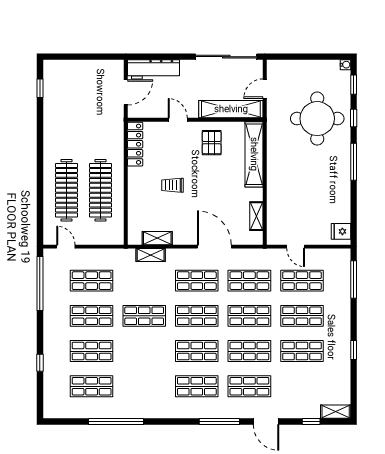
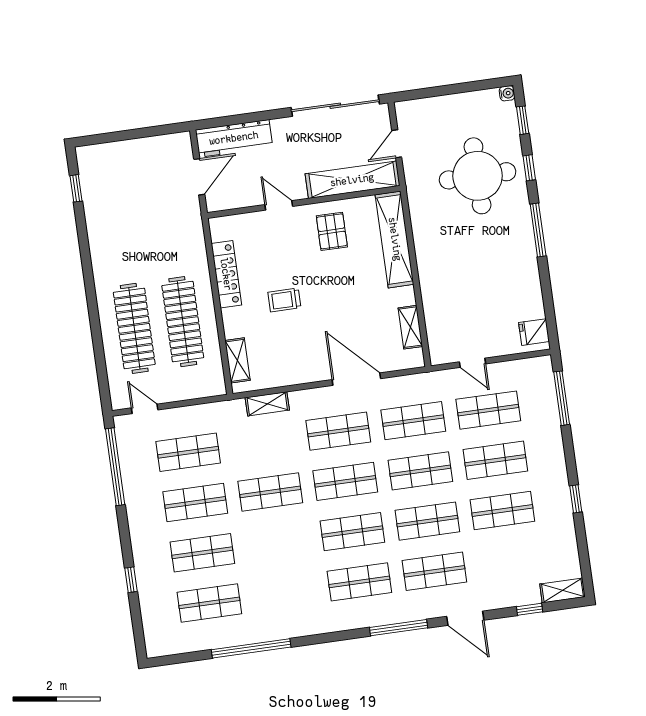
locker: (135, 144) -> (226, 274), moved
shelving: (157, 238) -> (237, 360), moved, turned 90

